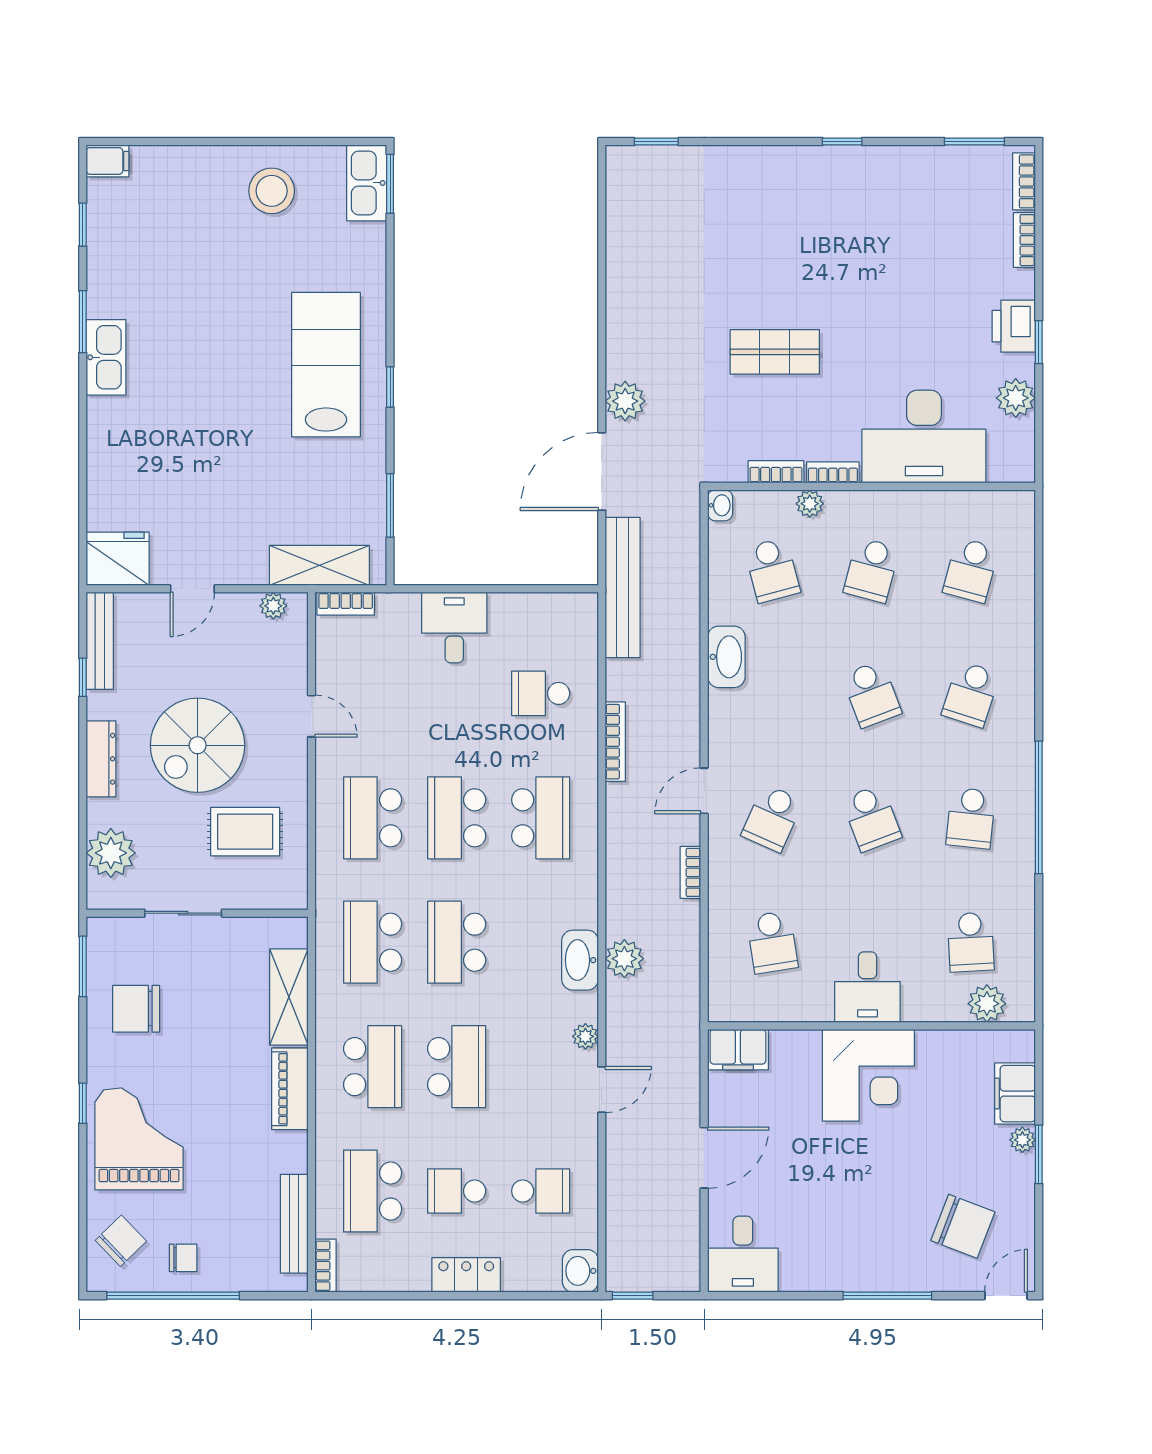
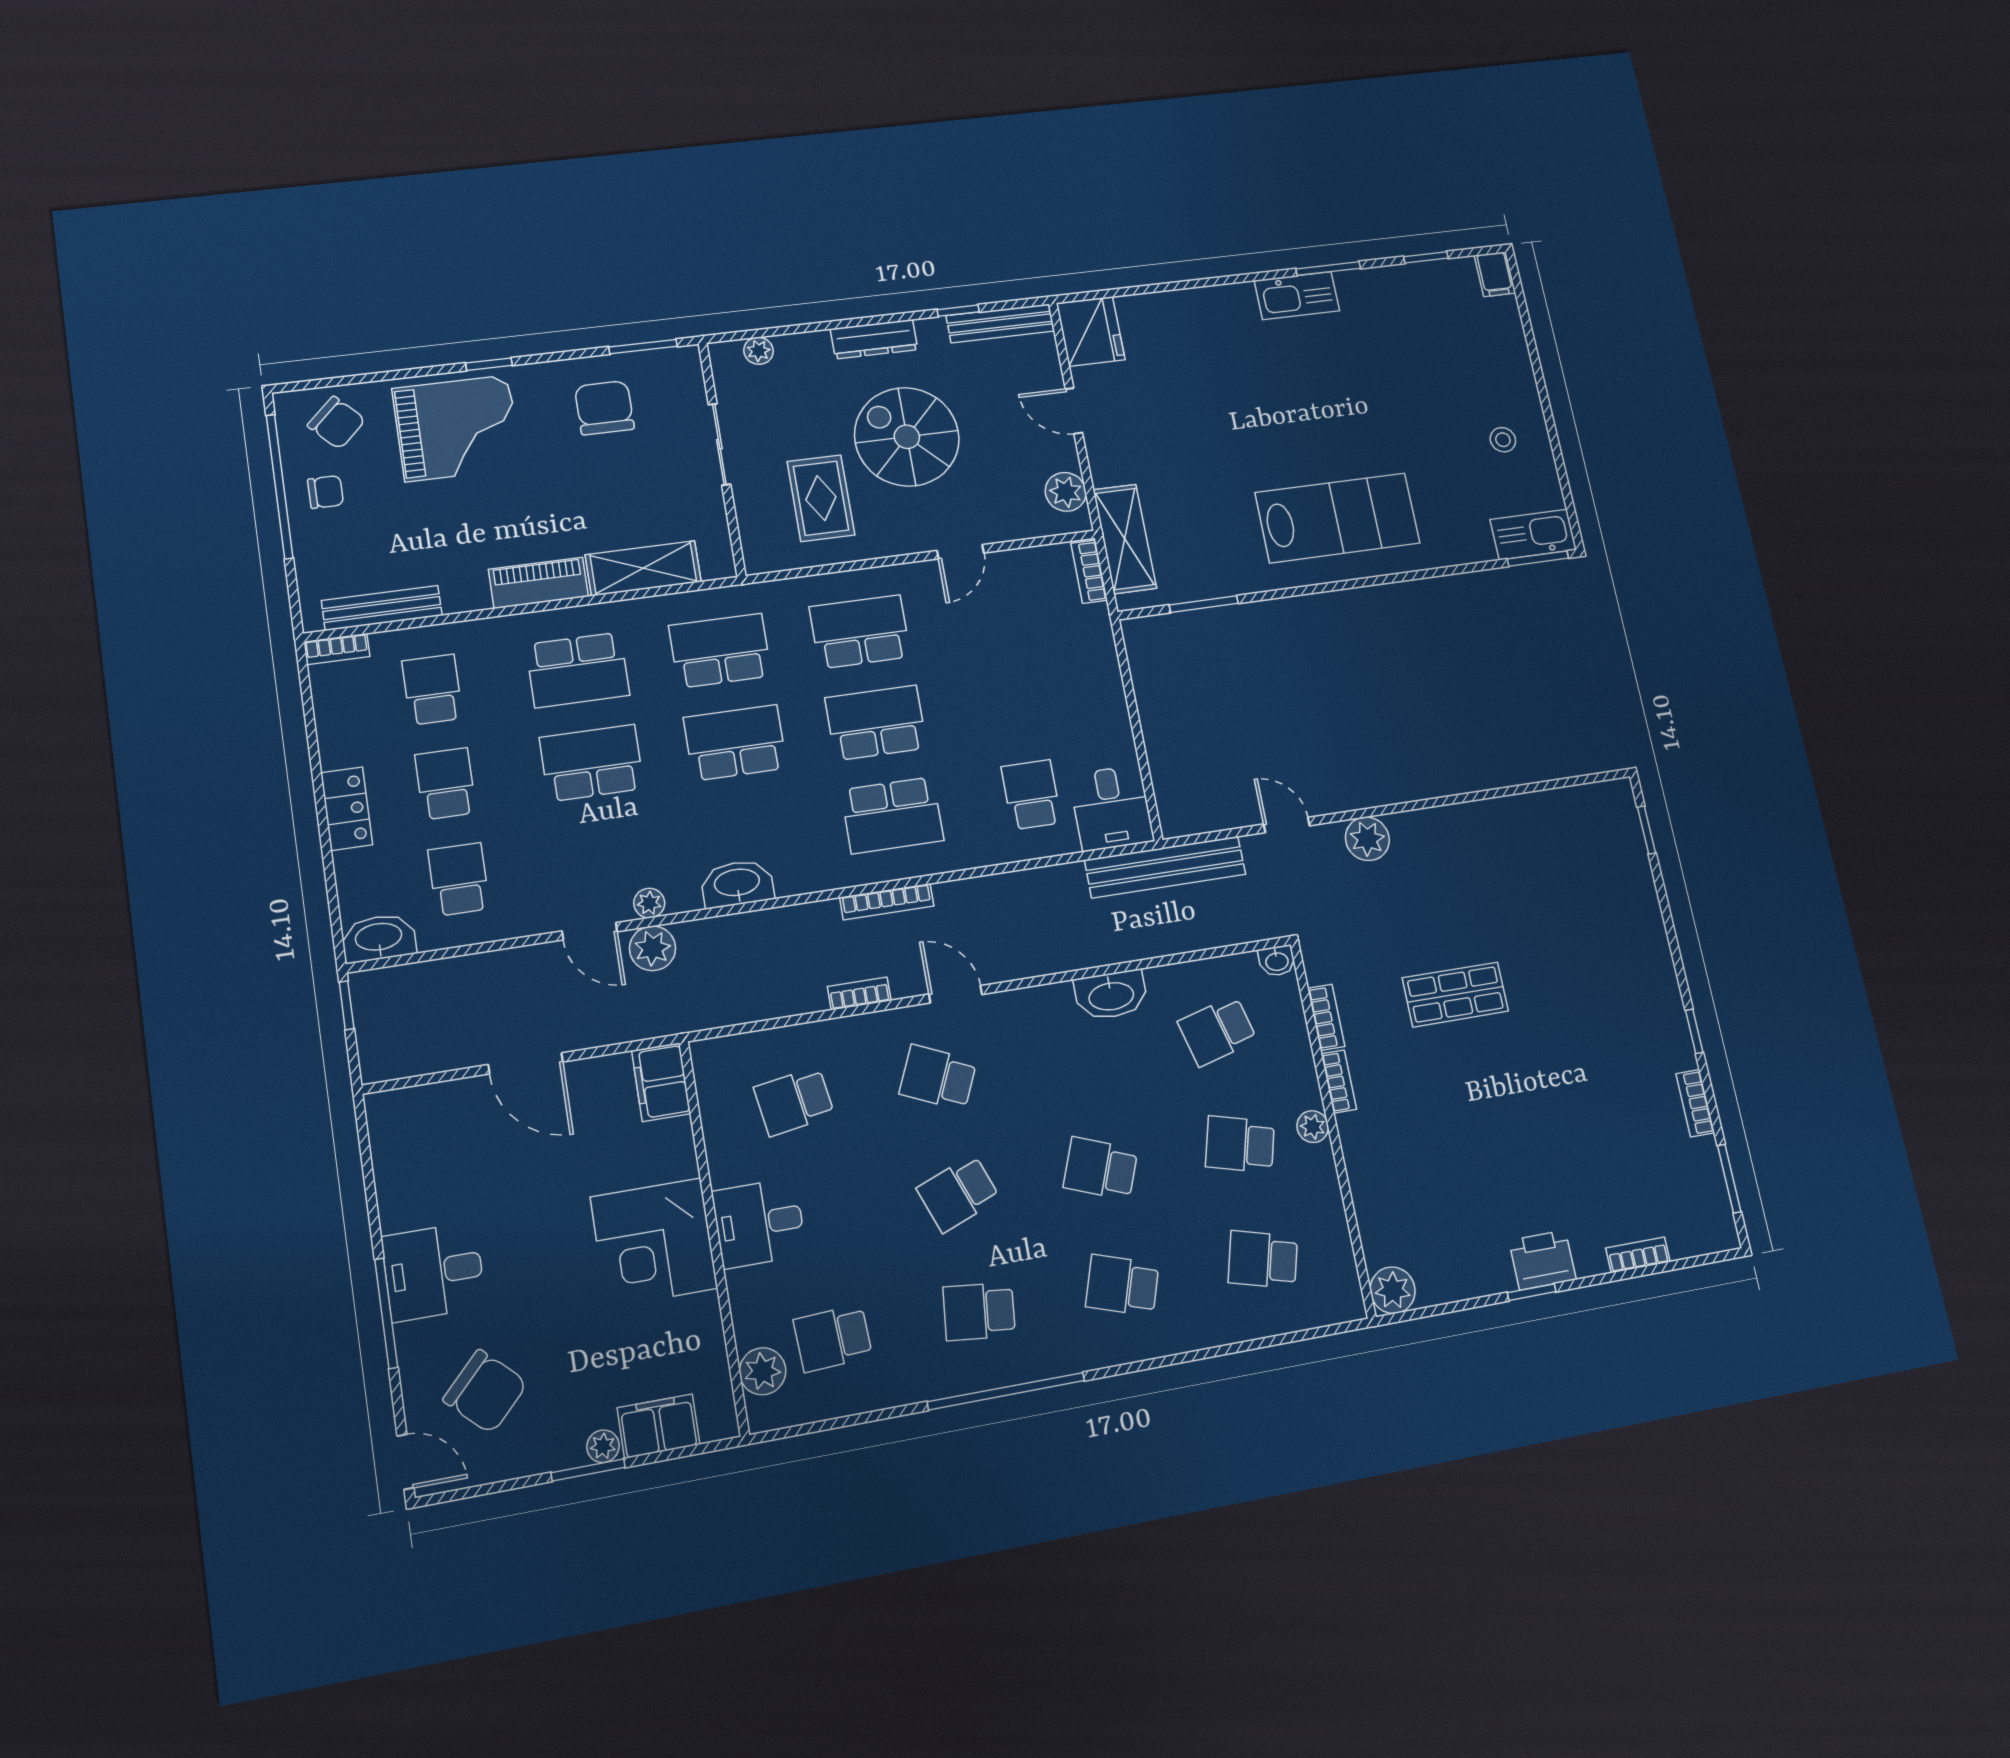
bookcase: (1024, 181) -> (1695, 1103), moved, turned -90
stool: (272, 191) -> (1503, 440), width x0.53, depth x0.53
shop shelf: (775, 352) -> (1455, 994), turned 90
window: (390, 387) -> (1329, 587), removed
plant: (1016, 398) -> (1393, 1290), moved
desk: (924, 437) -> (1400, 1178), removed
door: (602, 471) -> (1287, 825), width x0.53
plant: (810, 504) -> (1313, 1127), moved
plant: (273, 606) -> (1066, 492), width x1.38, depth x1.38
desk: (454, 628) -> (1111, 808), moved, turned 90
school desk: (871, 694) -> (1101, 1169), turned 42
bookcase: (615, 742) -> (887, 902), moved
plant: (111, 853) -> (759, 351), width x0.53, depth x0.53
plant: (624, 959) -> (653, 948), moved
school desk: (457, 1067) -> (592, 763), turned 180
school desk: (373, 1191) -> (432, 690), width x0.54
school desk: (541, 1191) -> (459, 879), turned 180
chair: (963, 1226) -> (485, 1392), turned -67
desk: (743, 1254) -> (434, 1272), moved
chair: (183, 1258) -> (326, 492), turned -90
washbasin: (580, 1271) -> (379, 938), width x1.38

